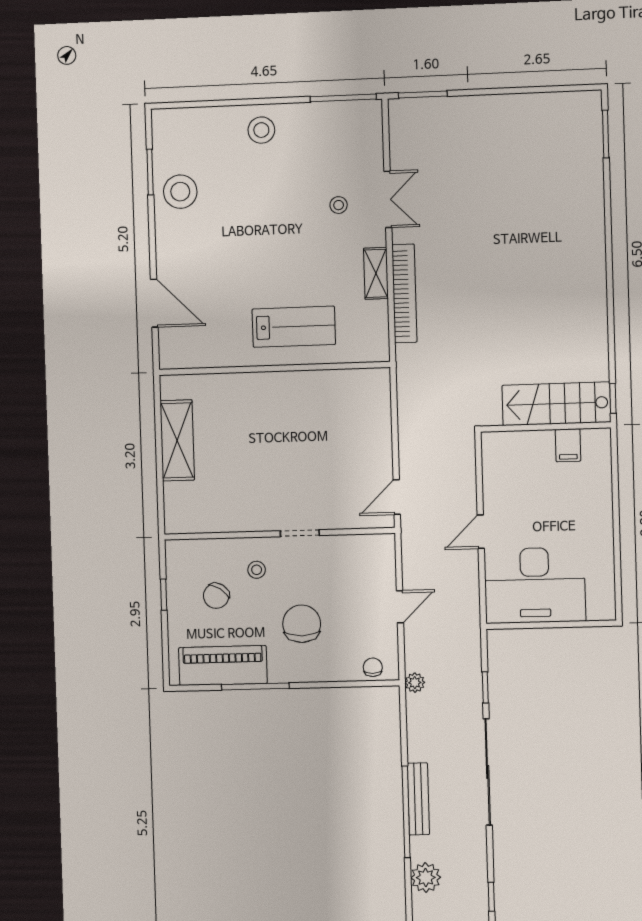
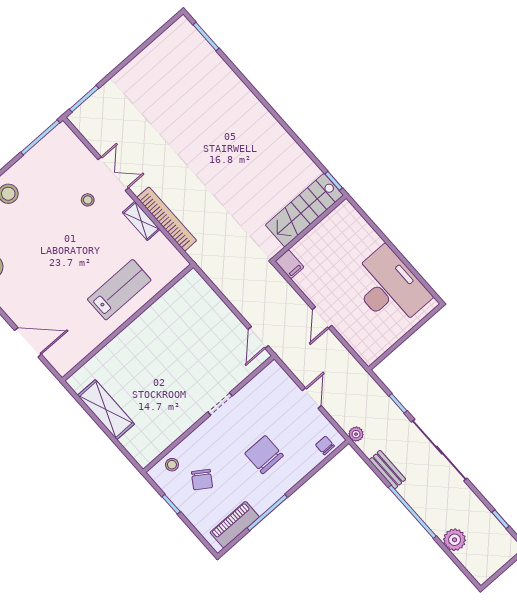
filing cabinet: (568, 445) -> (290, 264), moved
stool: (257, 570) -> (172, 465), moved
desk: (535, 585) -> (389, 288), moved, turned -90
piano: (223, 665) -> (235, 525), width x0.73, depth x0.75
bench: (418, 799) -> (387, 470), moved, width x0.73

